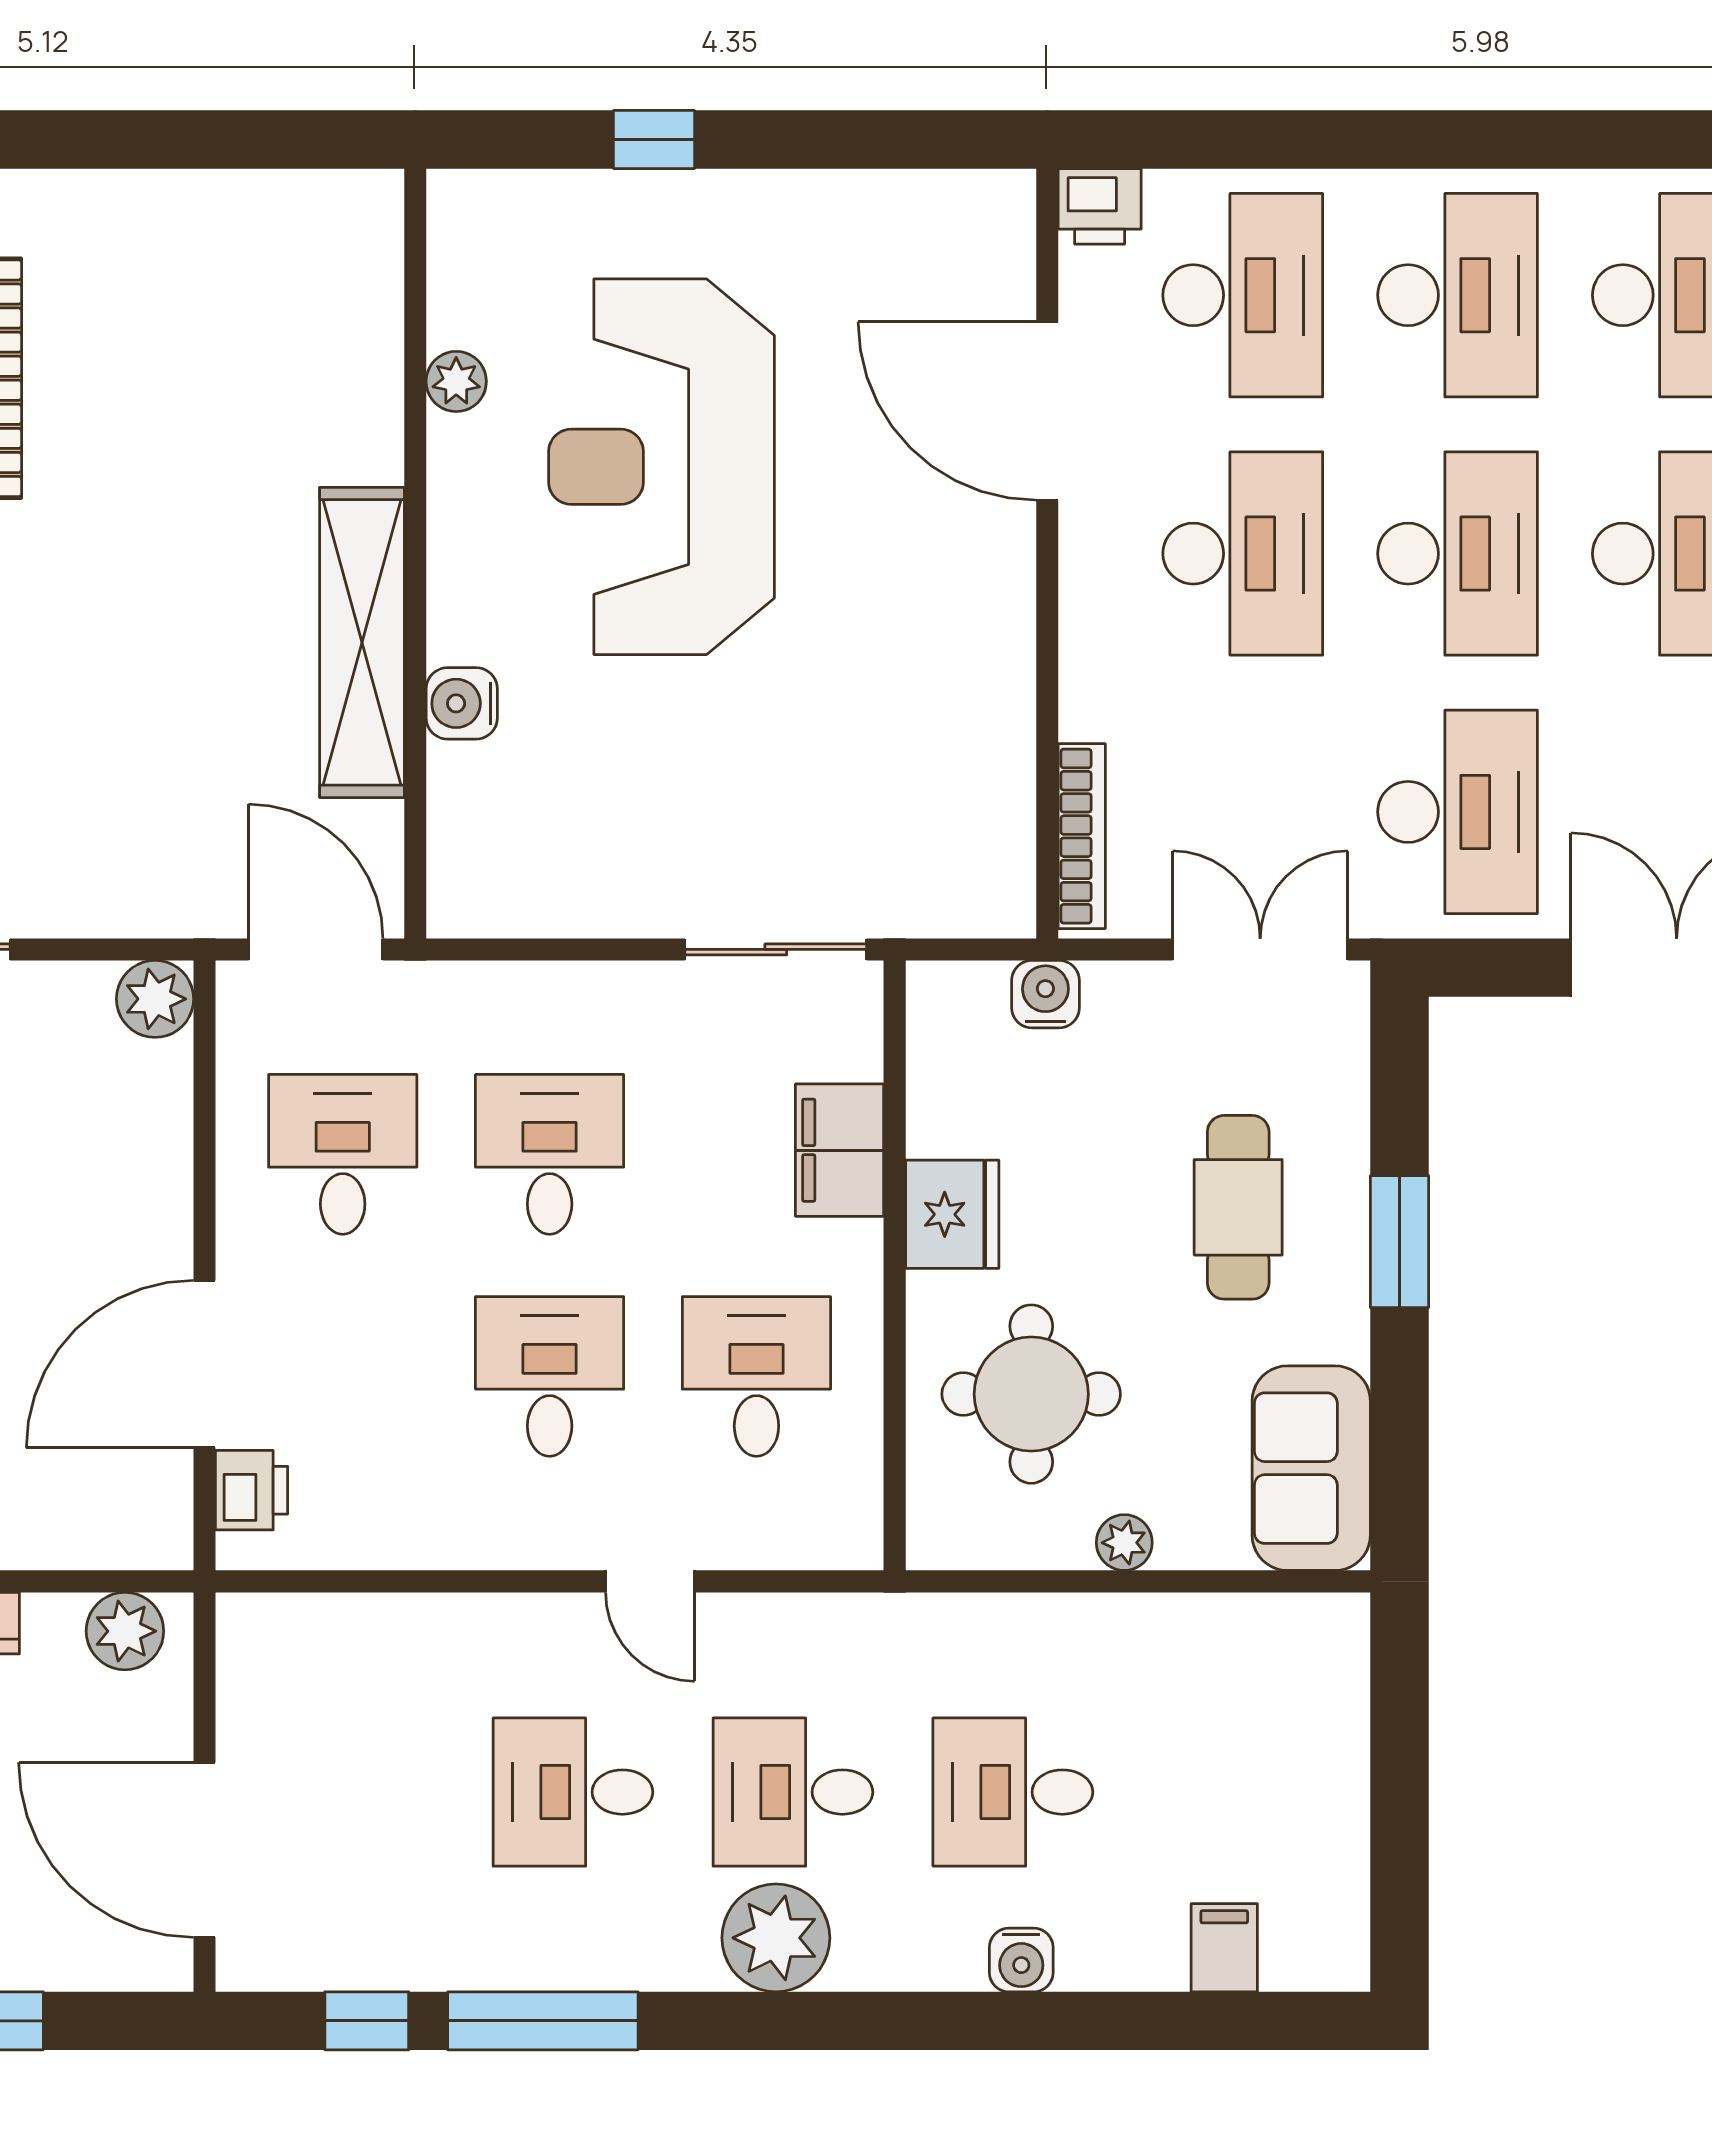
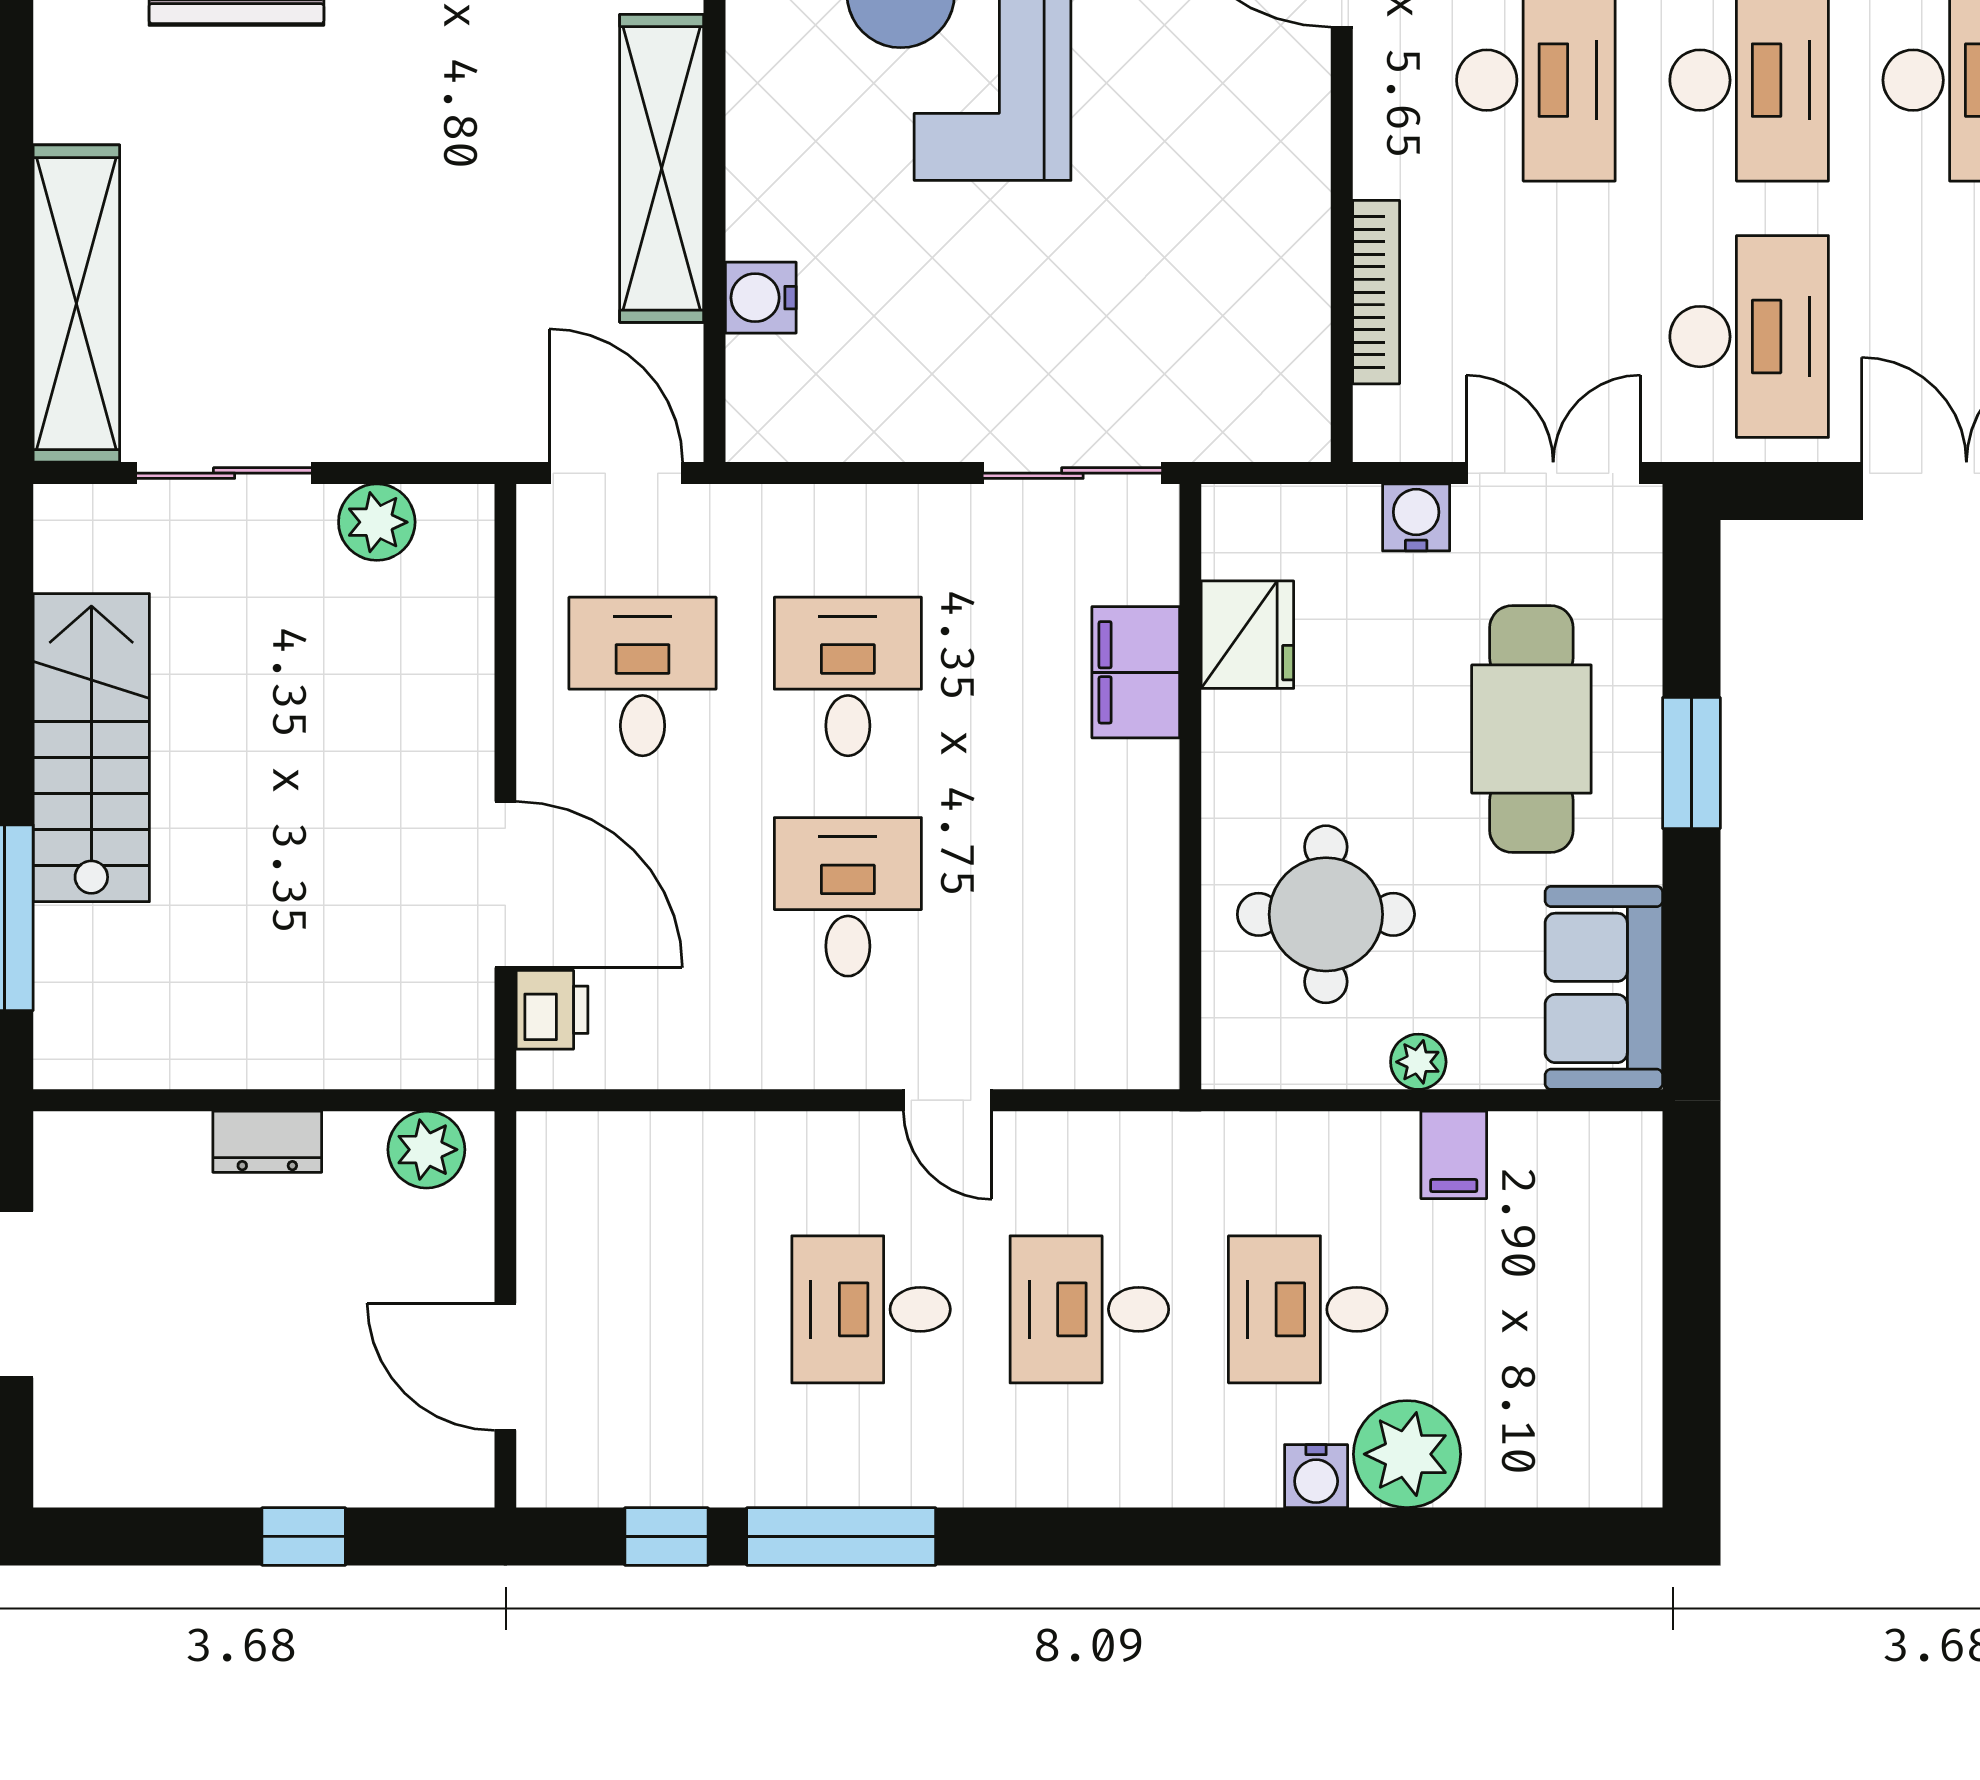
water cooler: (462, 703) -> (761, 298), moved
bookcase: (1082, 836) -> (1376, 292), moved
water cooler: (1045, 994) -> (1416, 517), moved
plant: (155, 999) -> (377, 522), moved
cafe table: (1238, 1207) -> (1531, 729), width x1.37, depth x1.35
fridge: (952, 1214) -> (1247, 635), moved
door: (205, 1364) -> (505, 885), swing flipped
desk: (756, 1376) -> (1053, 897), removed
door: (205, 1850) -> (505, 1367), width x0.73
plant: (776, 1938) -> (1407, 1454), moved
filing cabinet: (1224, 1948) -> (1454, 1155), moved, turned 180

